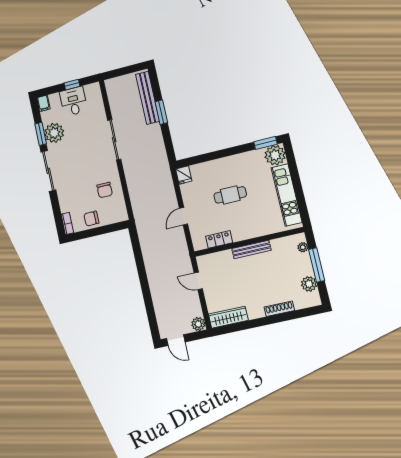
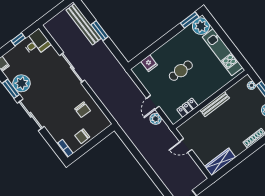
desk: (73, 101) -> (36, 43), moved, turned 90
fridge: (184, 175) -> (149, 63), moved
plant: (198, 324) -> (156, 119), moved

